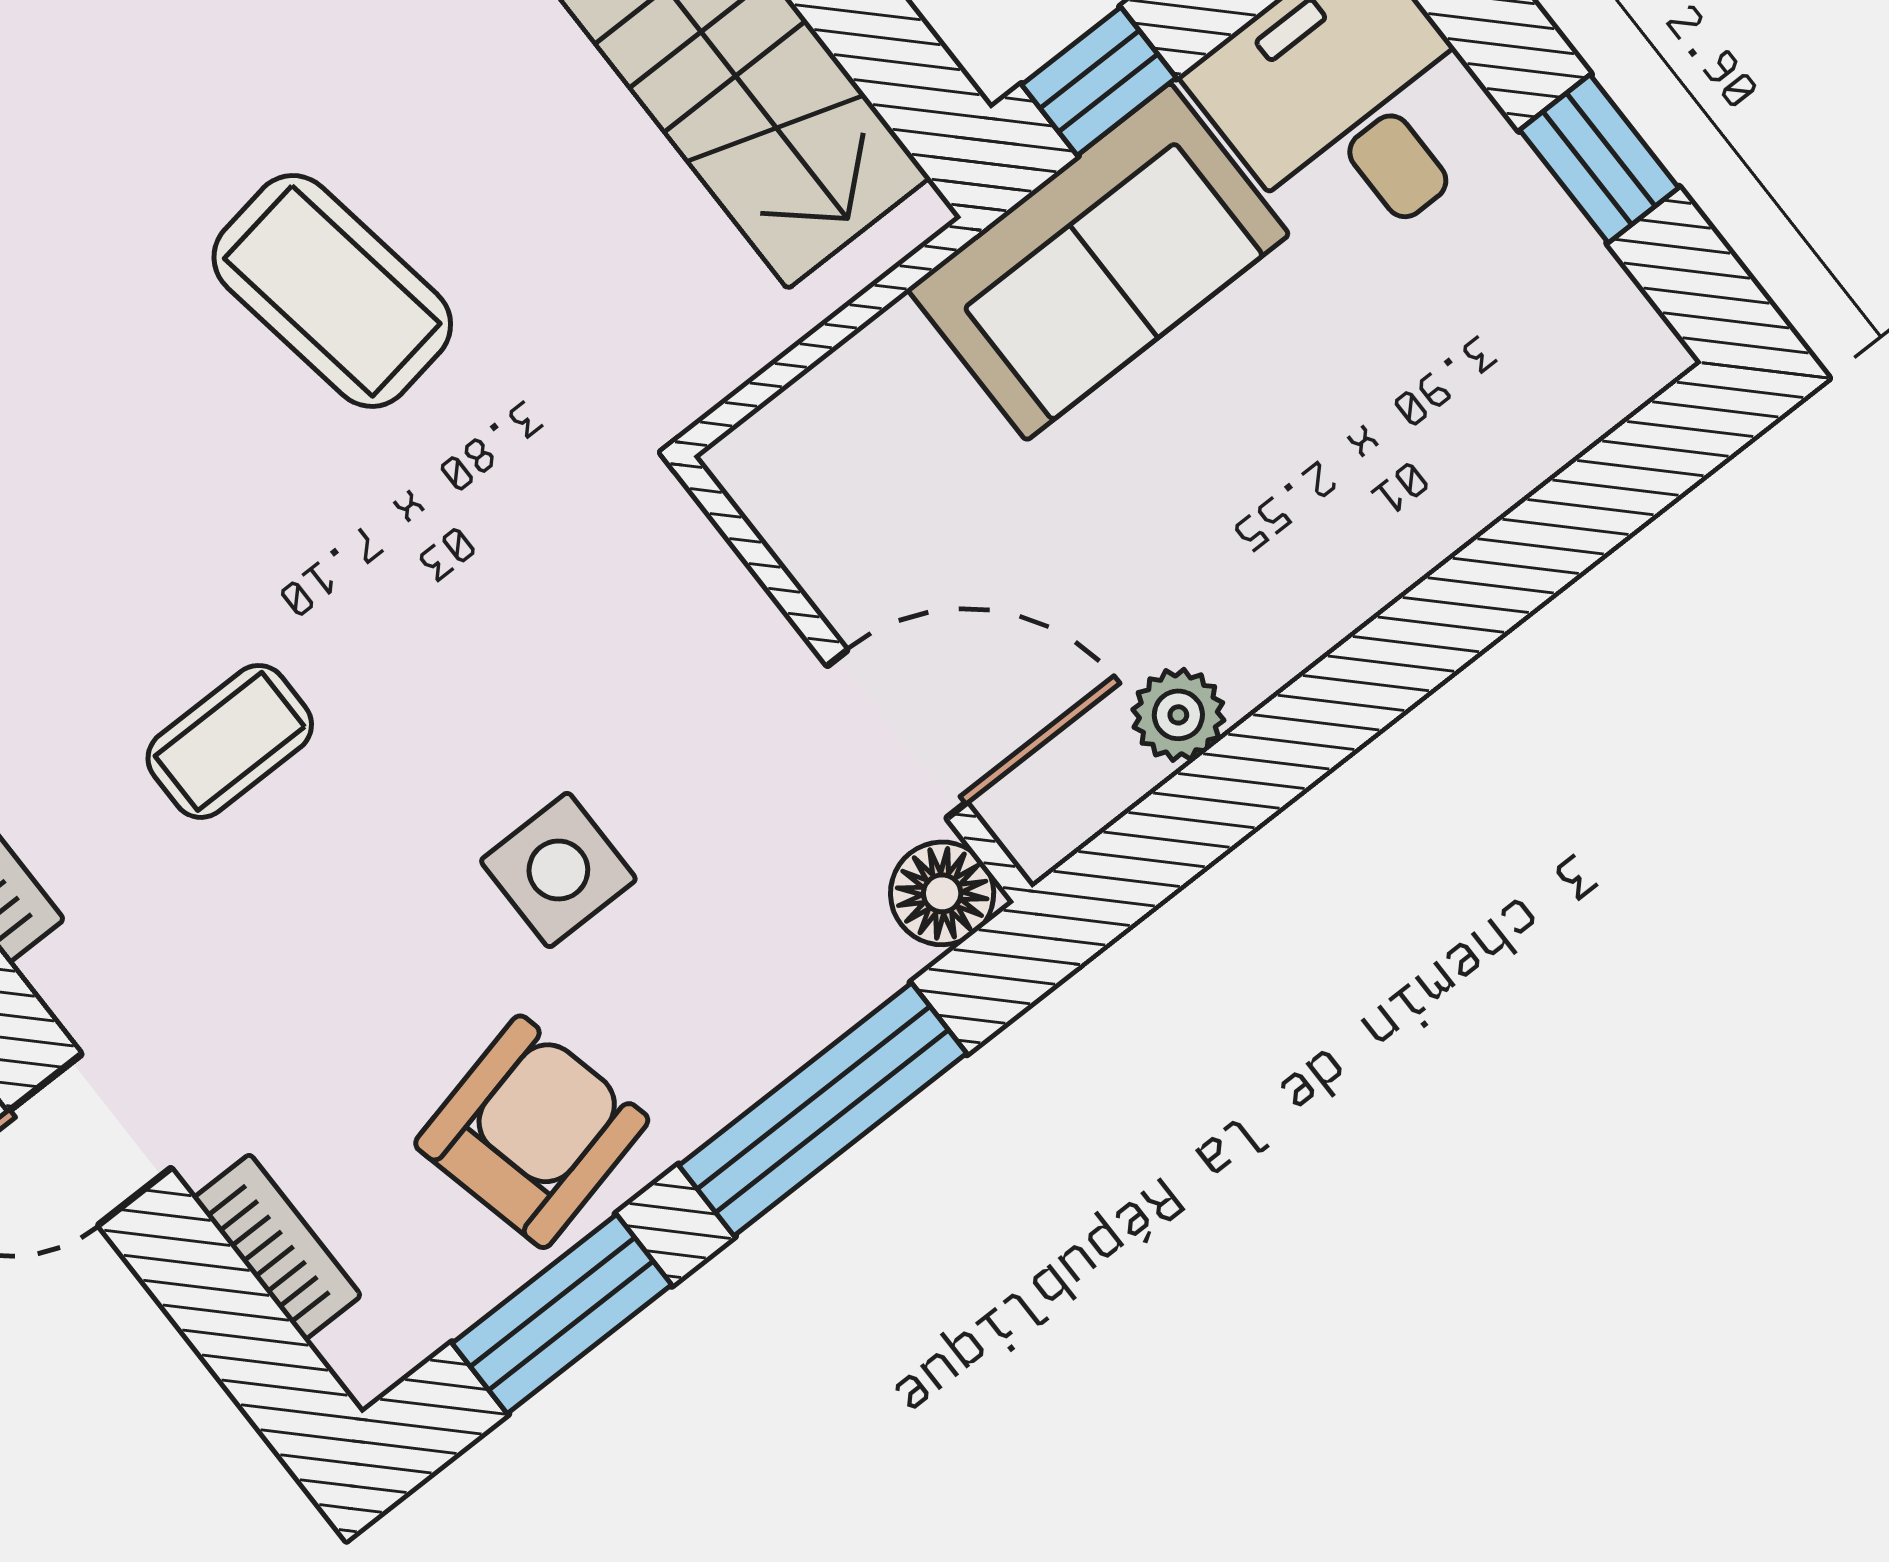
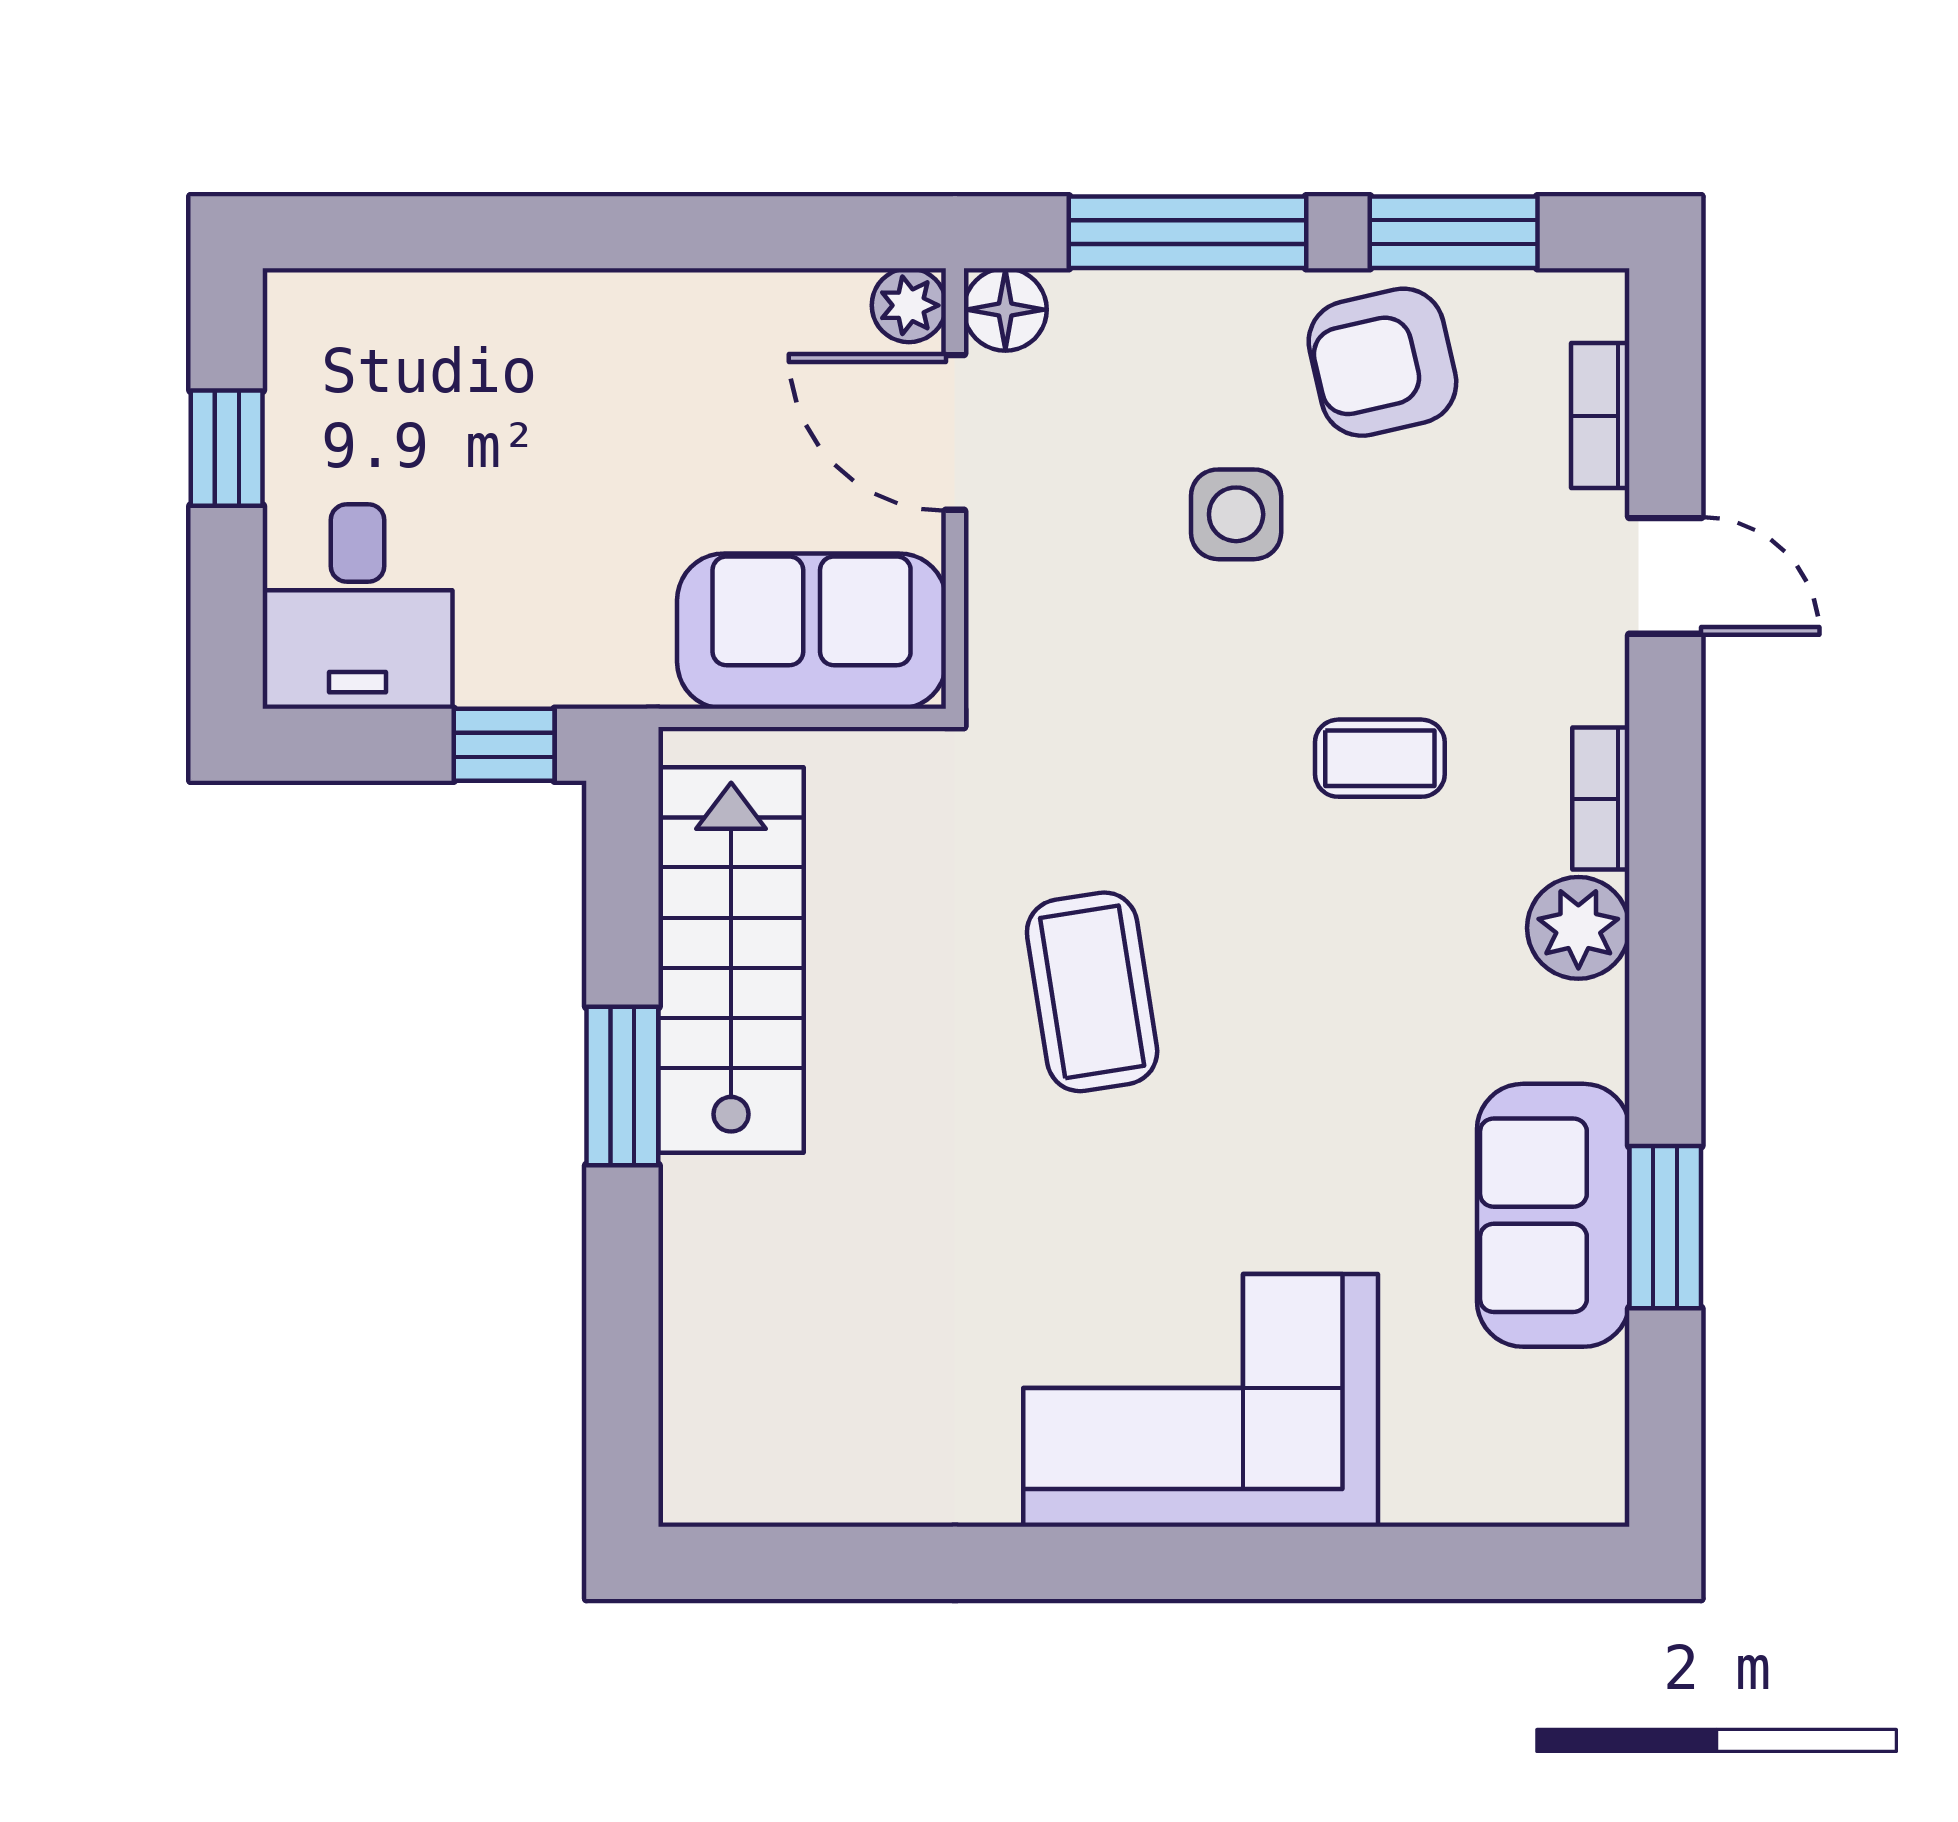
sofa: (1098, 262) -> (812, 631), moved
plant: (1178, 715) -> (909, 305), moved

